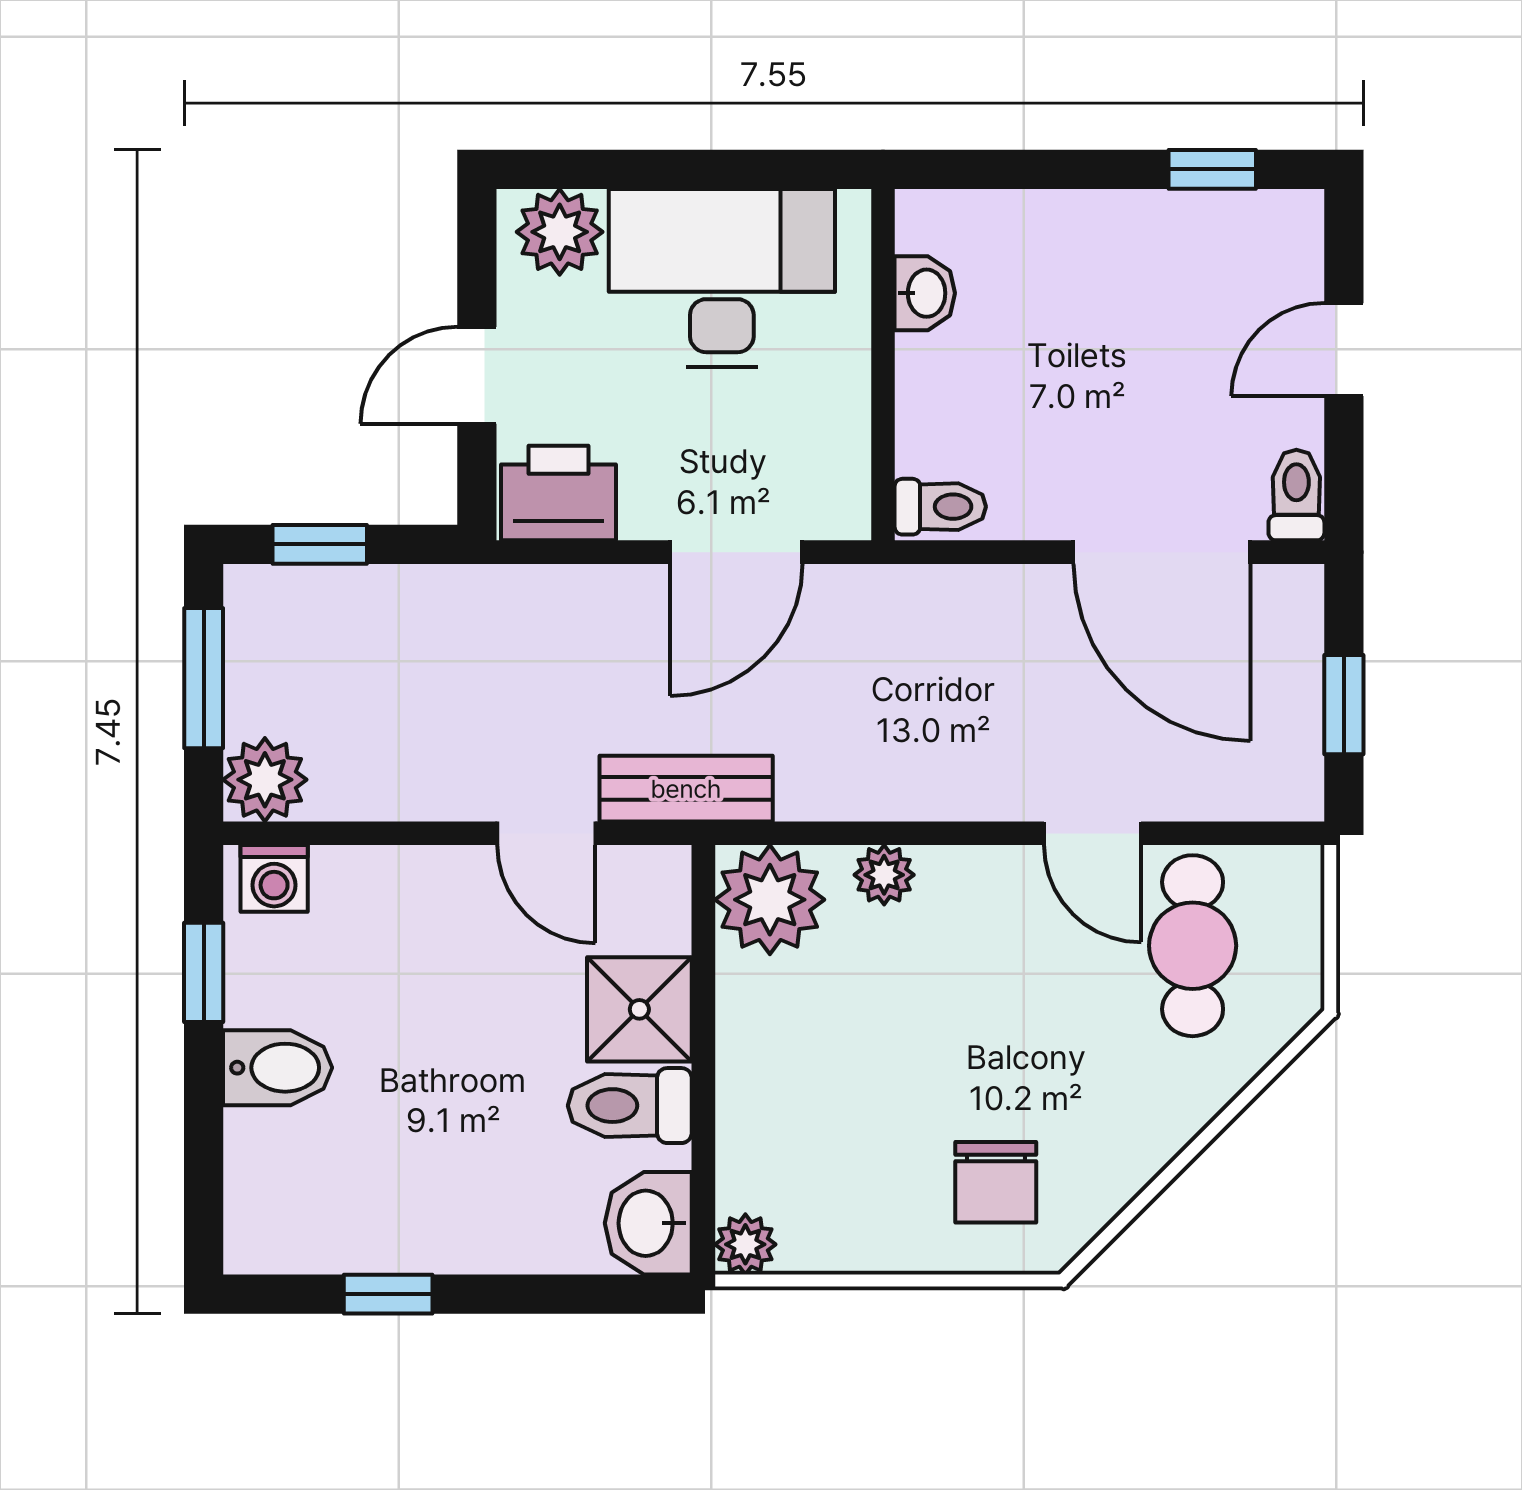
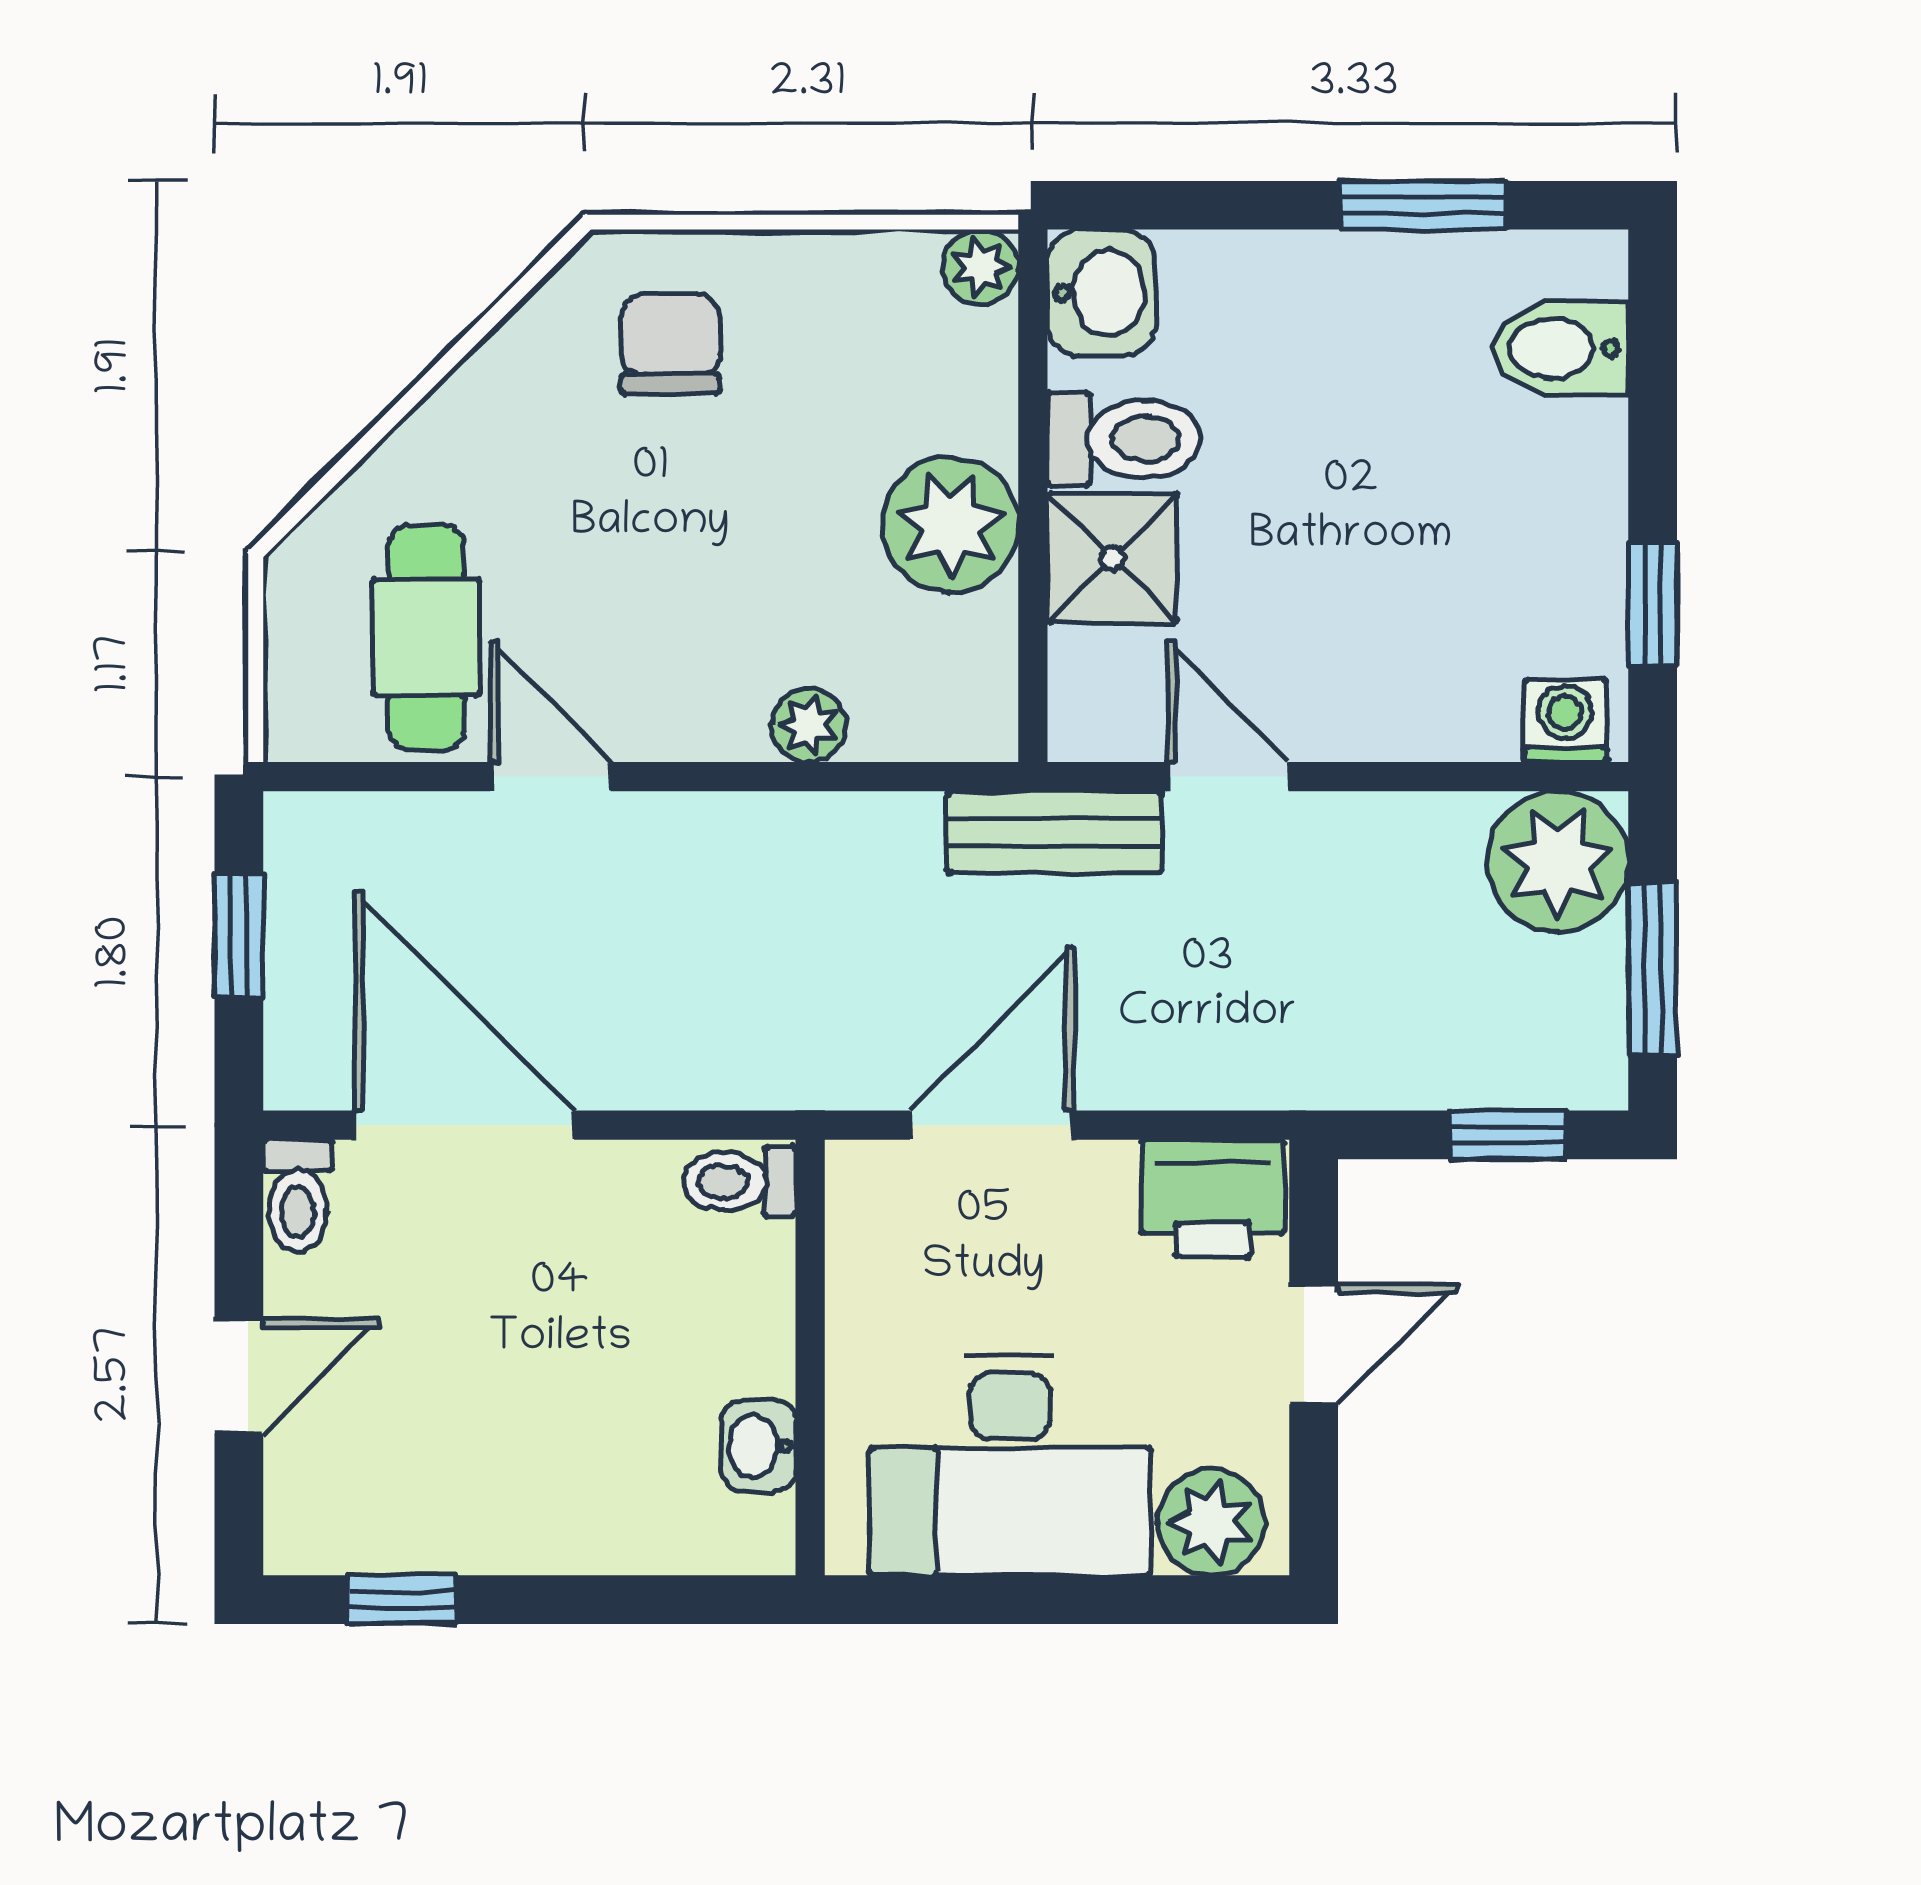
plant: (265, 780) -> (1558, 862), width x1.36, depth x1.36
plant: (770, 900) -> (951, 525), moved
bidet: (278, 1068) -> (1561, 348), moved
window: (388, 1294) -> (1424, 205), width x1.50

